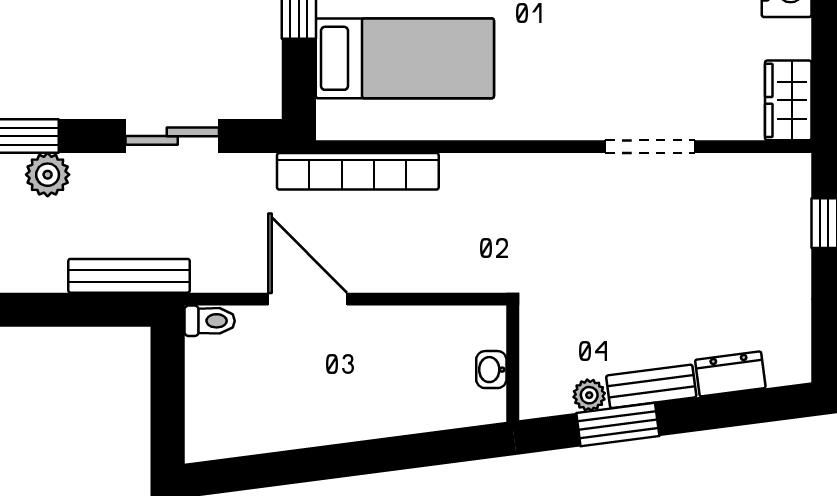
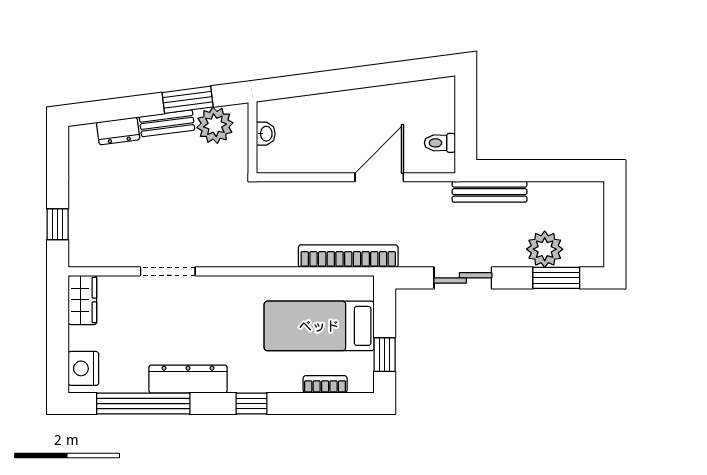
plant: (48, 175) -> (545, 249), width x1.36, depth x1.36
door: (308, 299) -> (379, 177), swing flipped
toilet: (210, 321) -> (440, 143), moved
plant: (589, 395) -> (215, 125), width x1.87, depth x1.87

